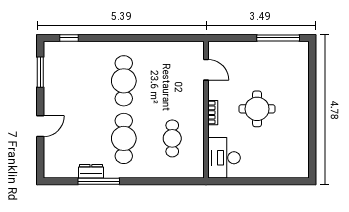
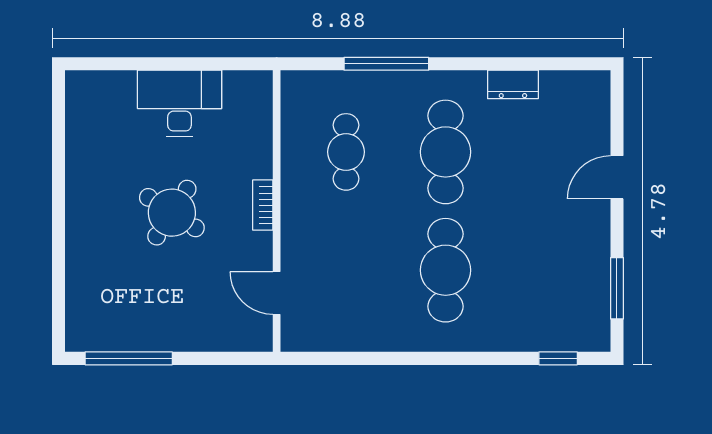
round table: (257, 109) -> (172, 213), turned 33
desk: (224, 158) -> (179, 103), moved, turned -90
window: (99, 181) -> (386, 64), moved

